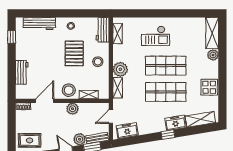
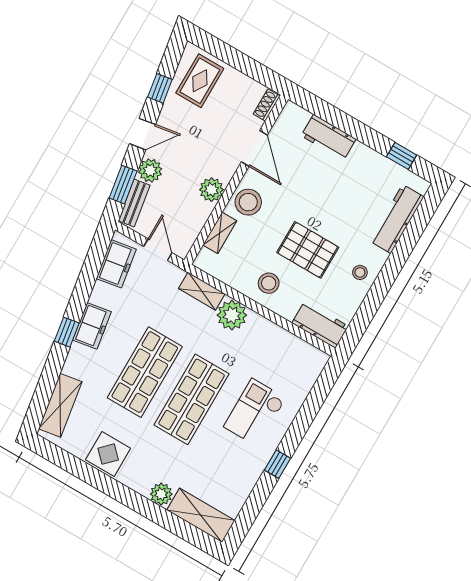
window: (172, 13) -> (277, 464), added
shelving: (118, 34) -> (298, 347), removed
freezer: (176, 123) -> (92, 326), moved

